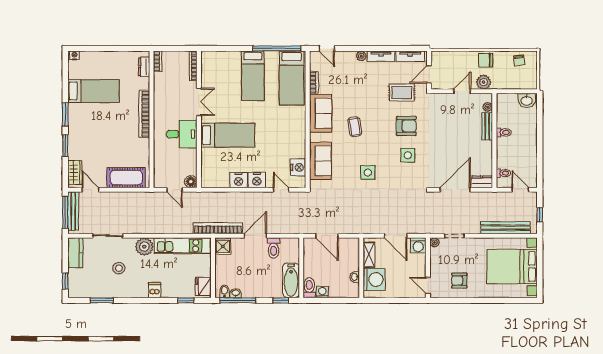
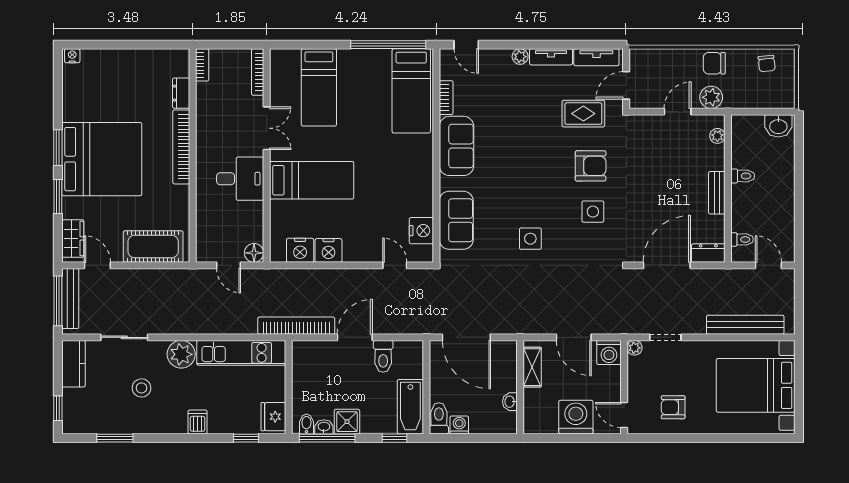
dresser: (144, 67) -> (181, 93), moved
bed: (253, 76) -> (319, 87), moved
bed: (93, 91) -> (102, 159), moved, width x2.04
bench: (487, 126) -> (717, 193), moved
coffee table: (355, 127) -> (510, 167), removed
nightstand: (257, 180) -> (300, 250), moved
window: (540, 215) -> (799, 304), removed
door: (327, 236) -> (466, 337), width x1.36
shower: (223, 246) -> (347, 422), moved
washing machine: (374, 280) -> (576, 417), moved, turned -90

